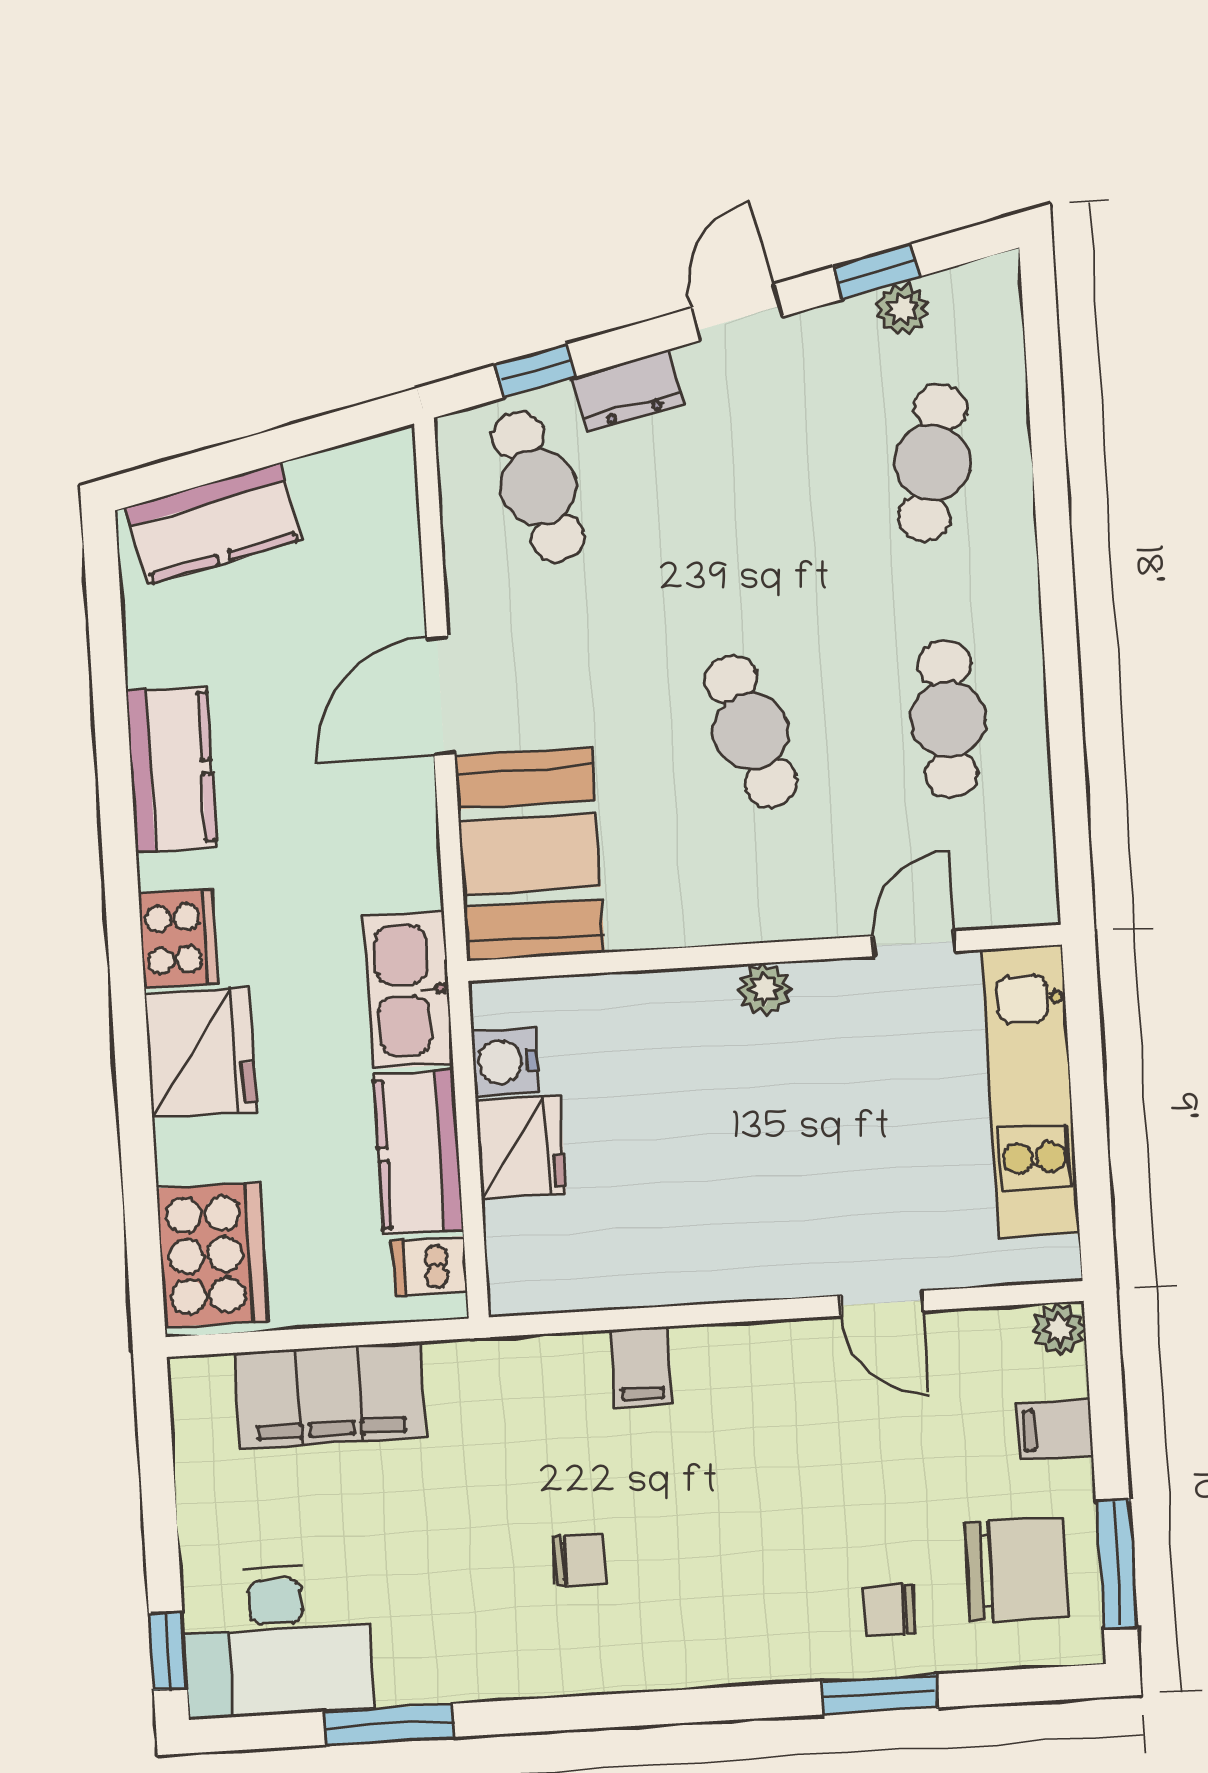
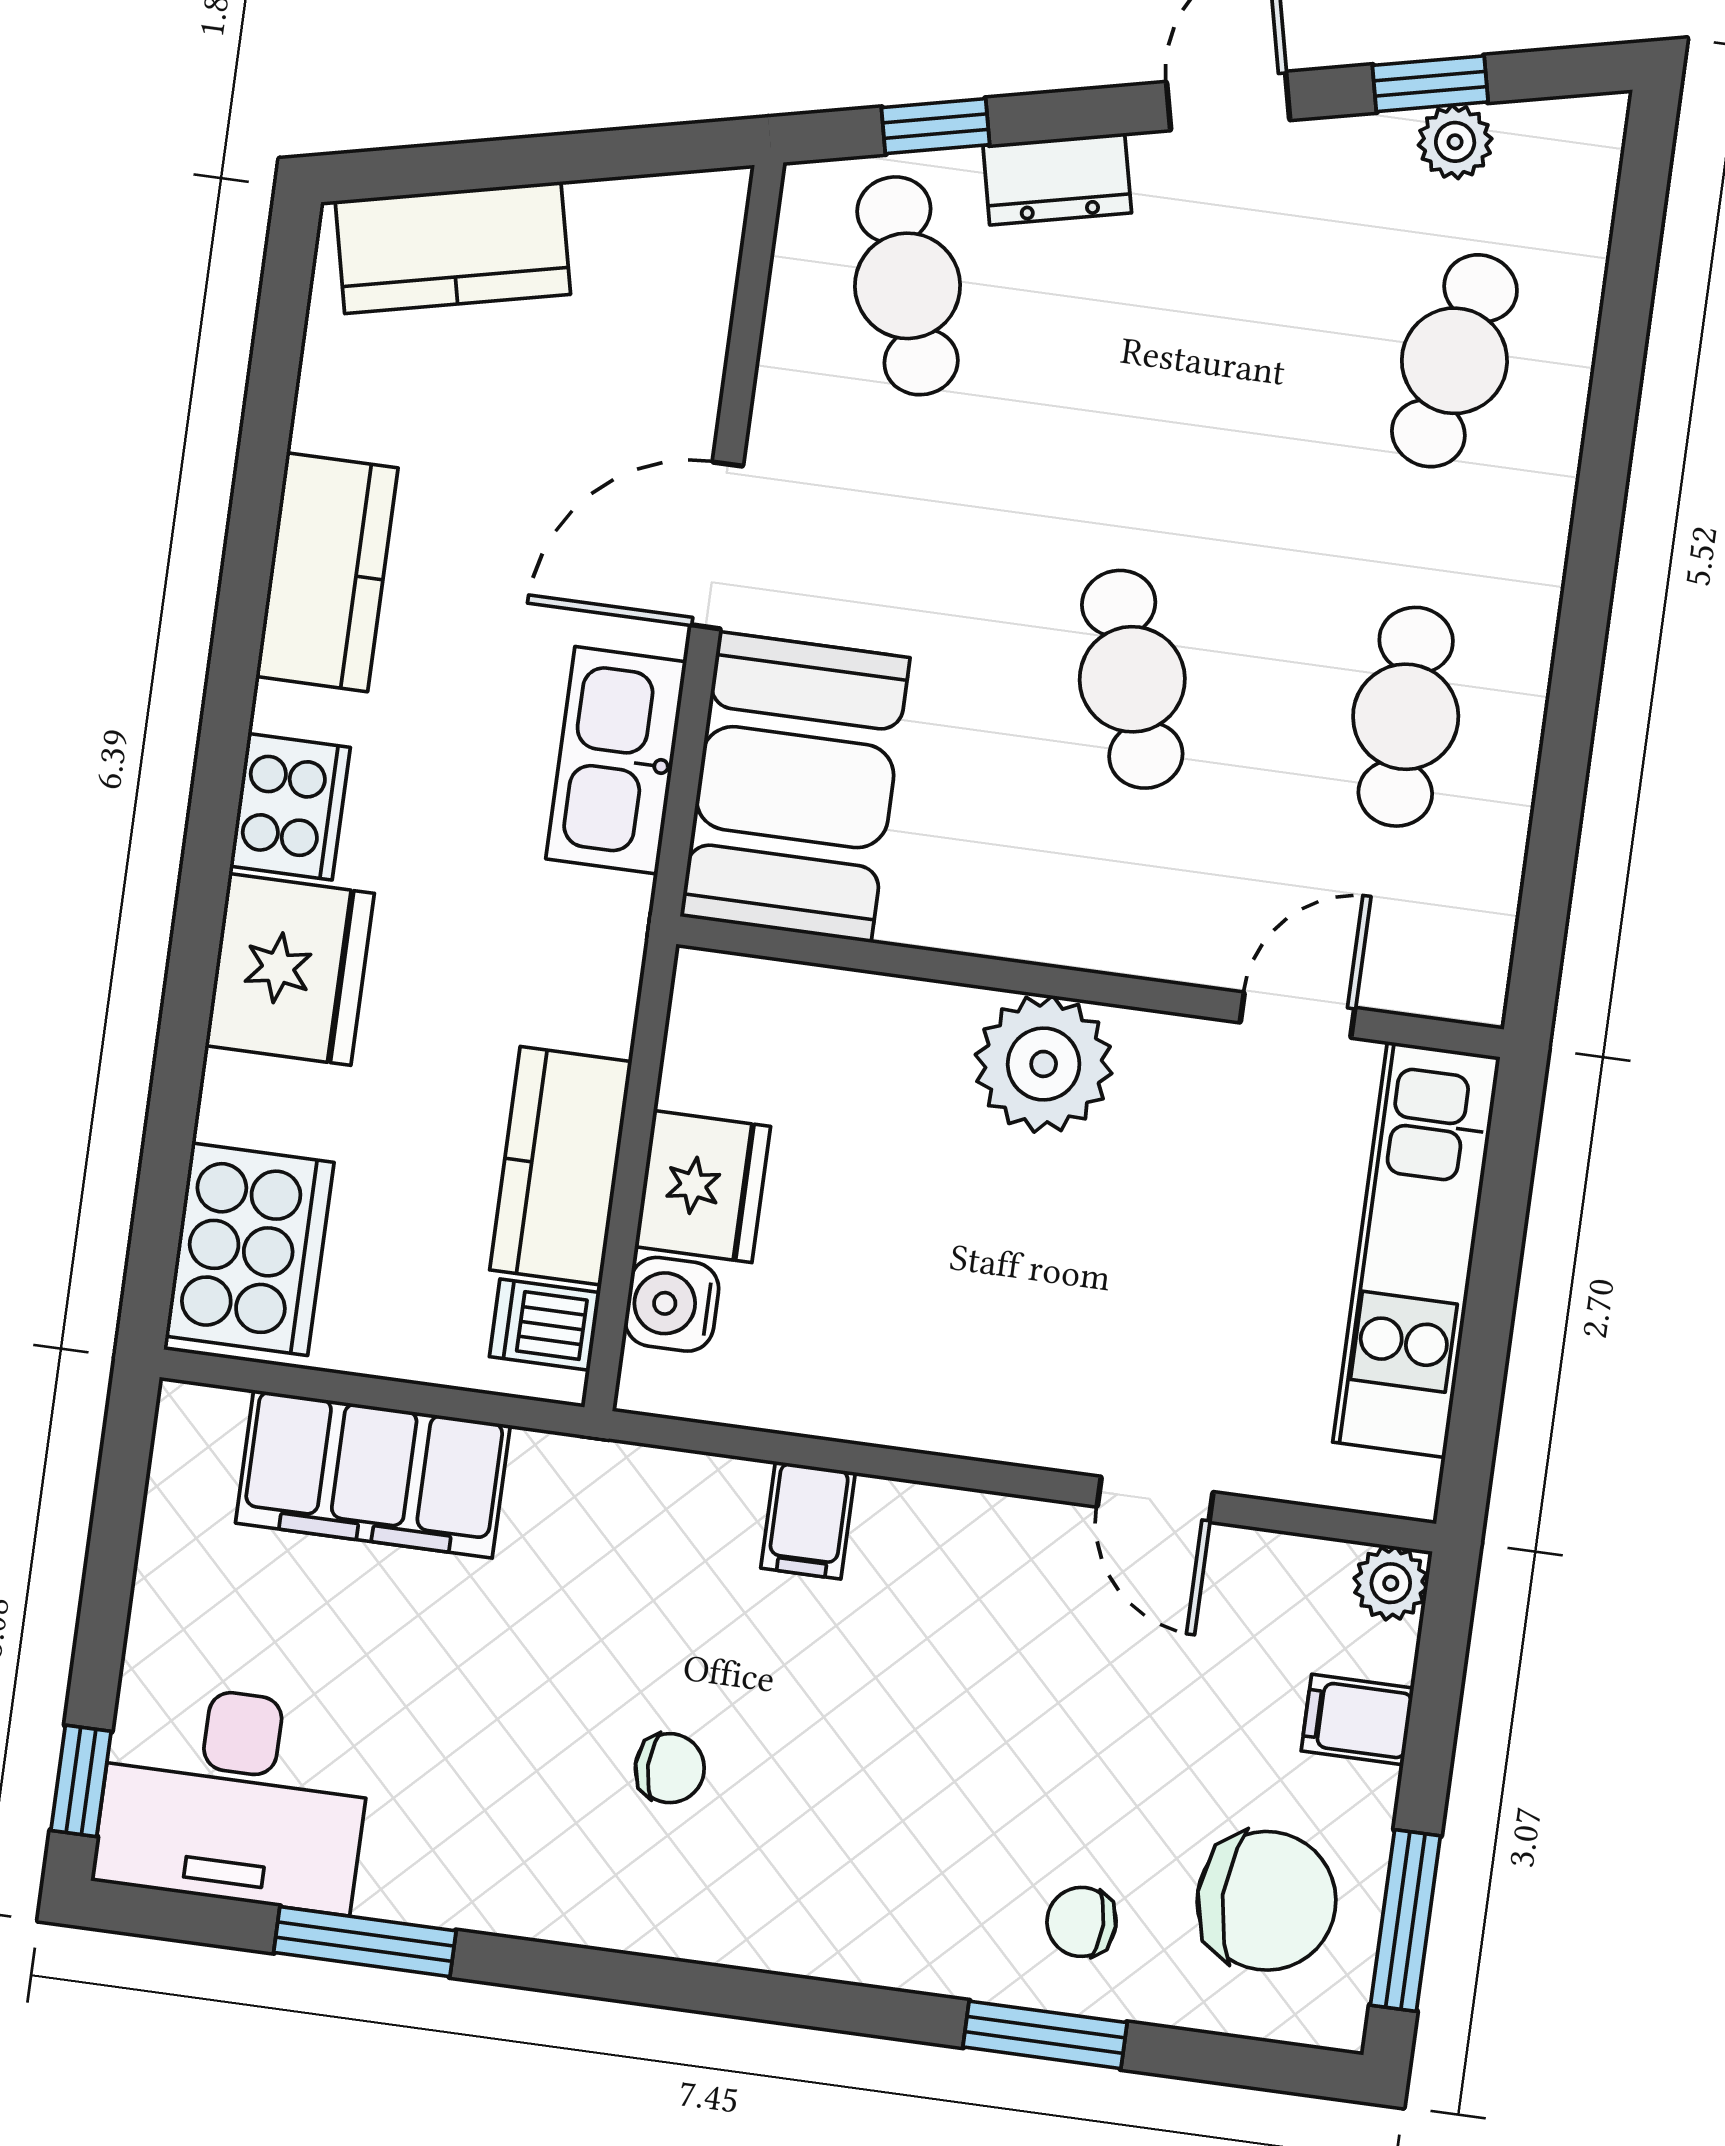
plant: (764, 989) -> (1044, 1064), width x1.88, depth x1.88
kitchen sink: (408, 990) -> (616, 760), moved
water cooler: (505, 1062) -> (672, 1304), moved

